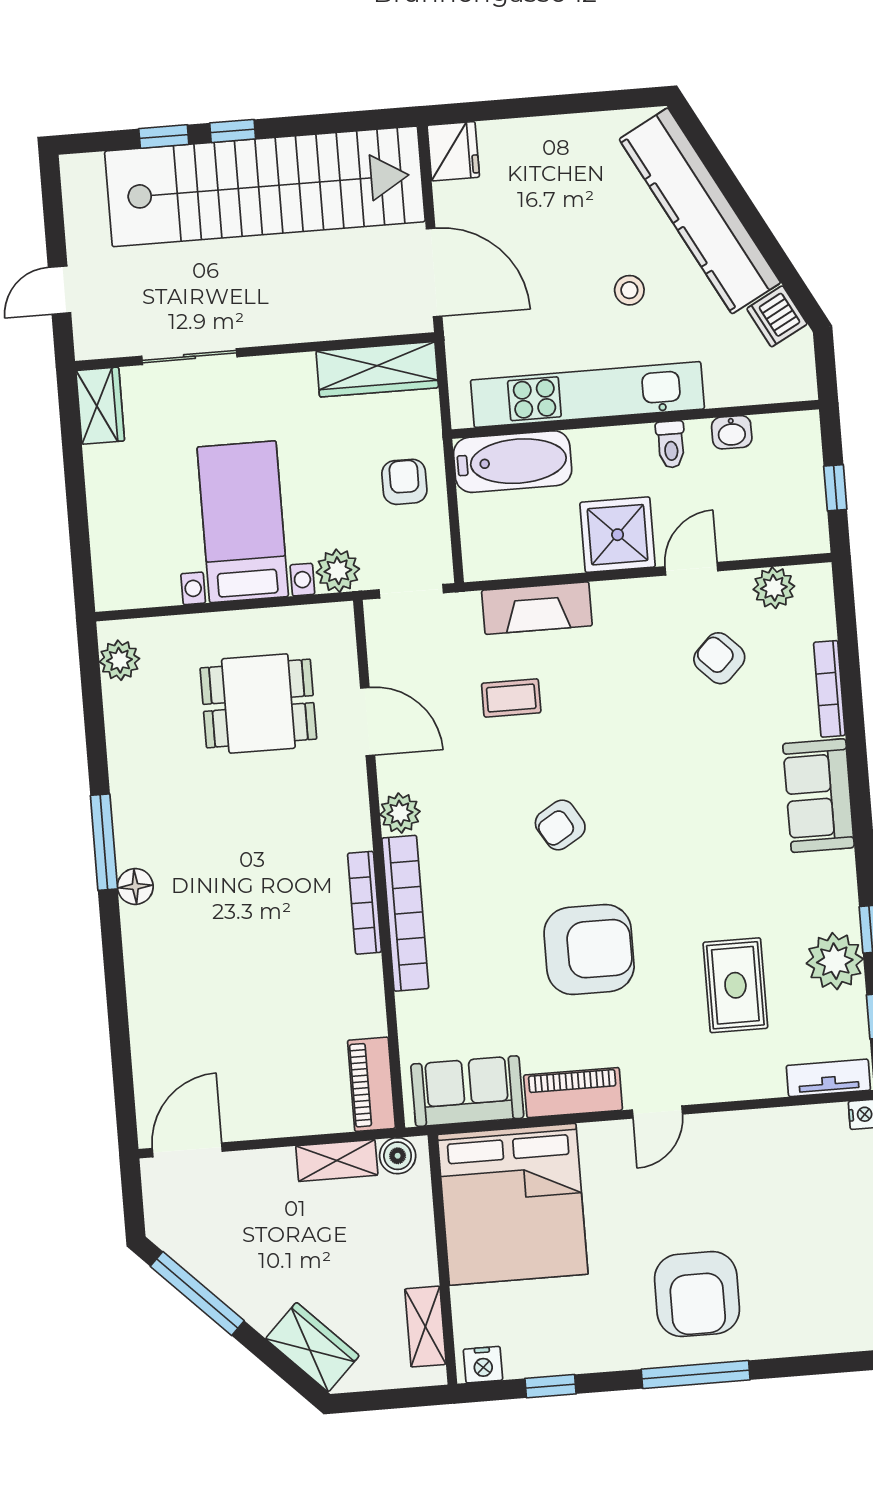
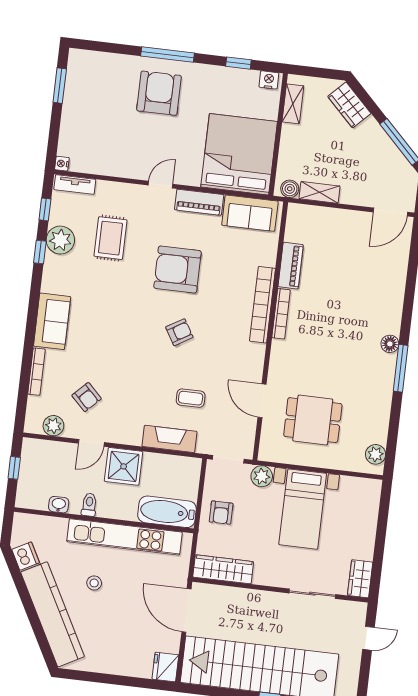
plant: (400, 813) -> (255, 354), removed
piano: (372, 1084) -> (291, 266), moved

